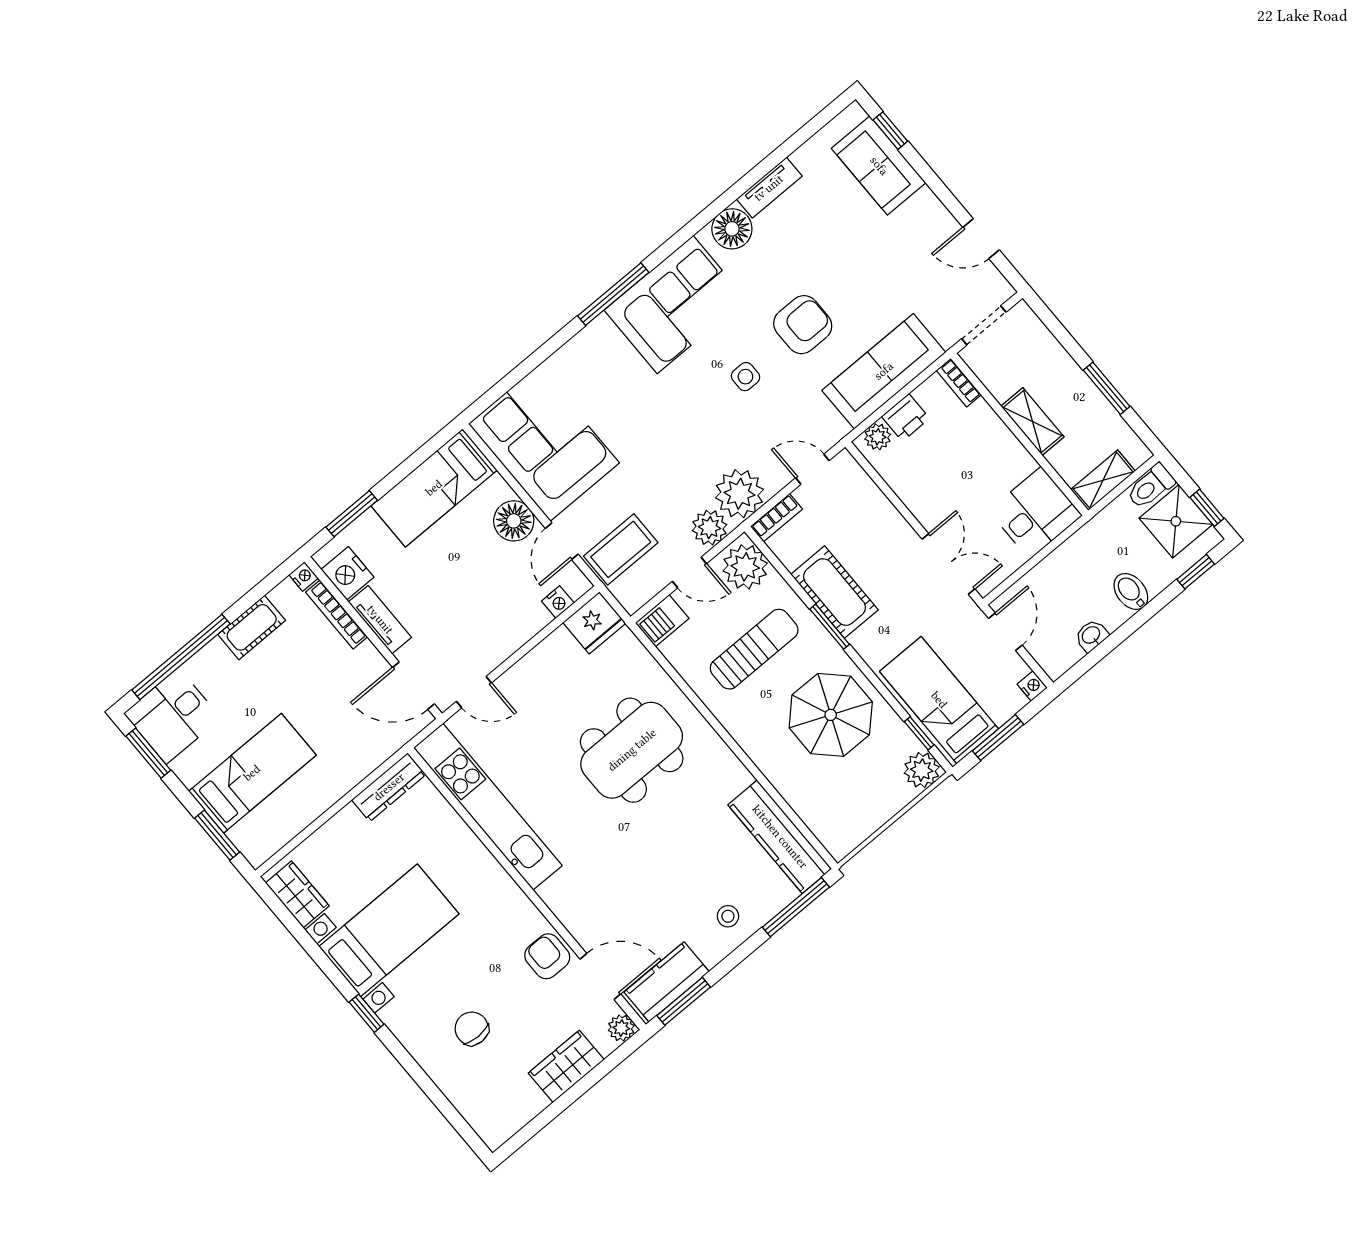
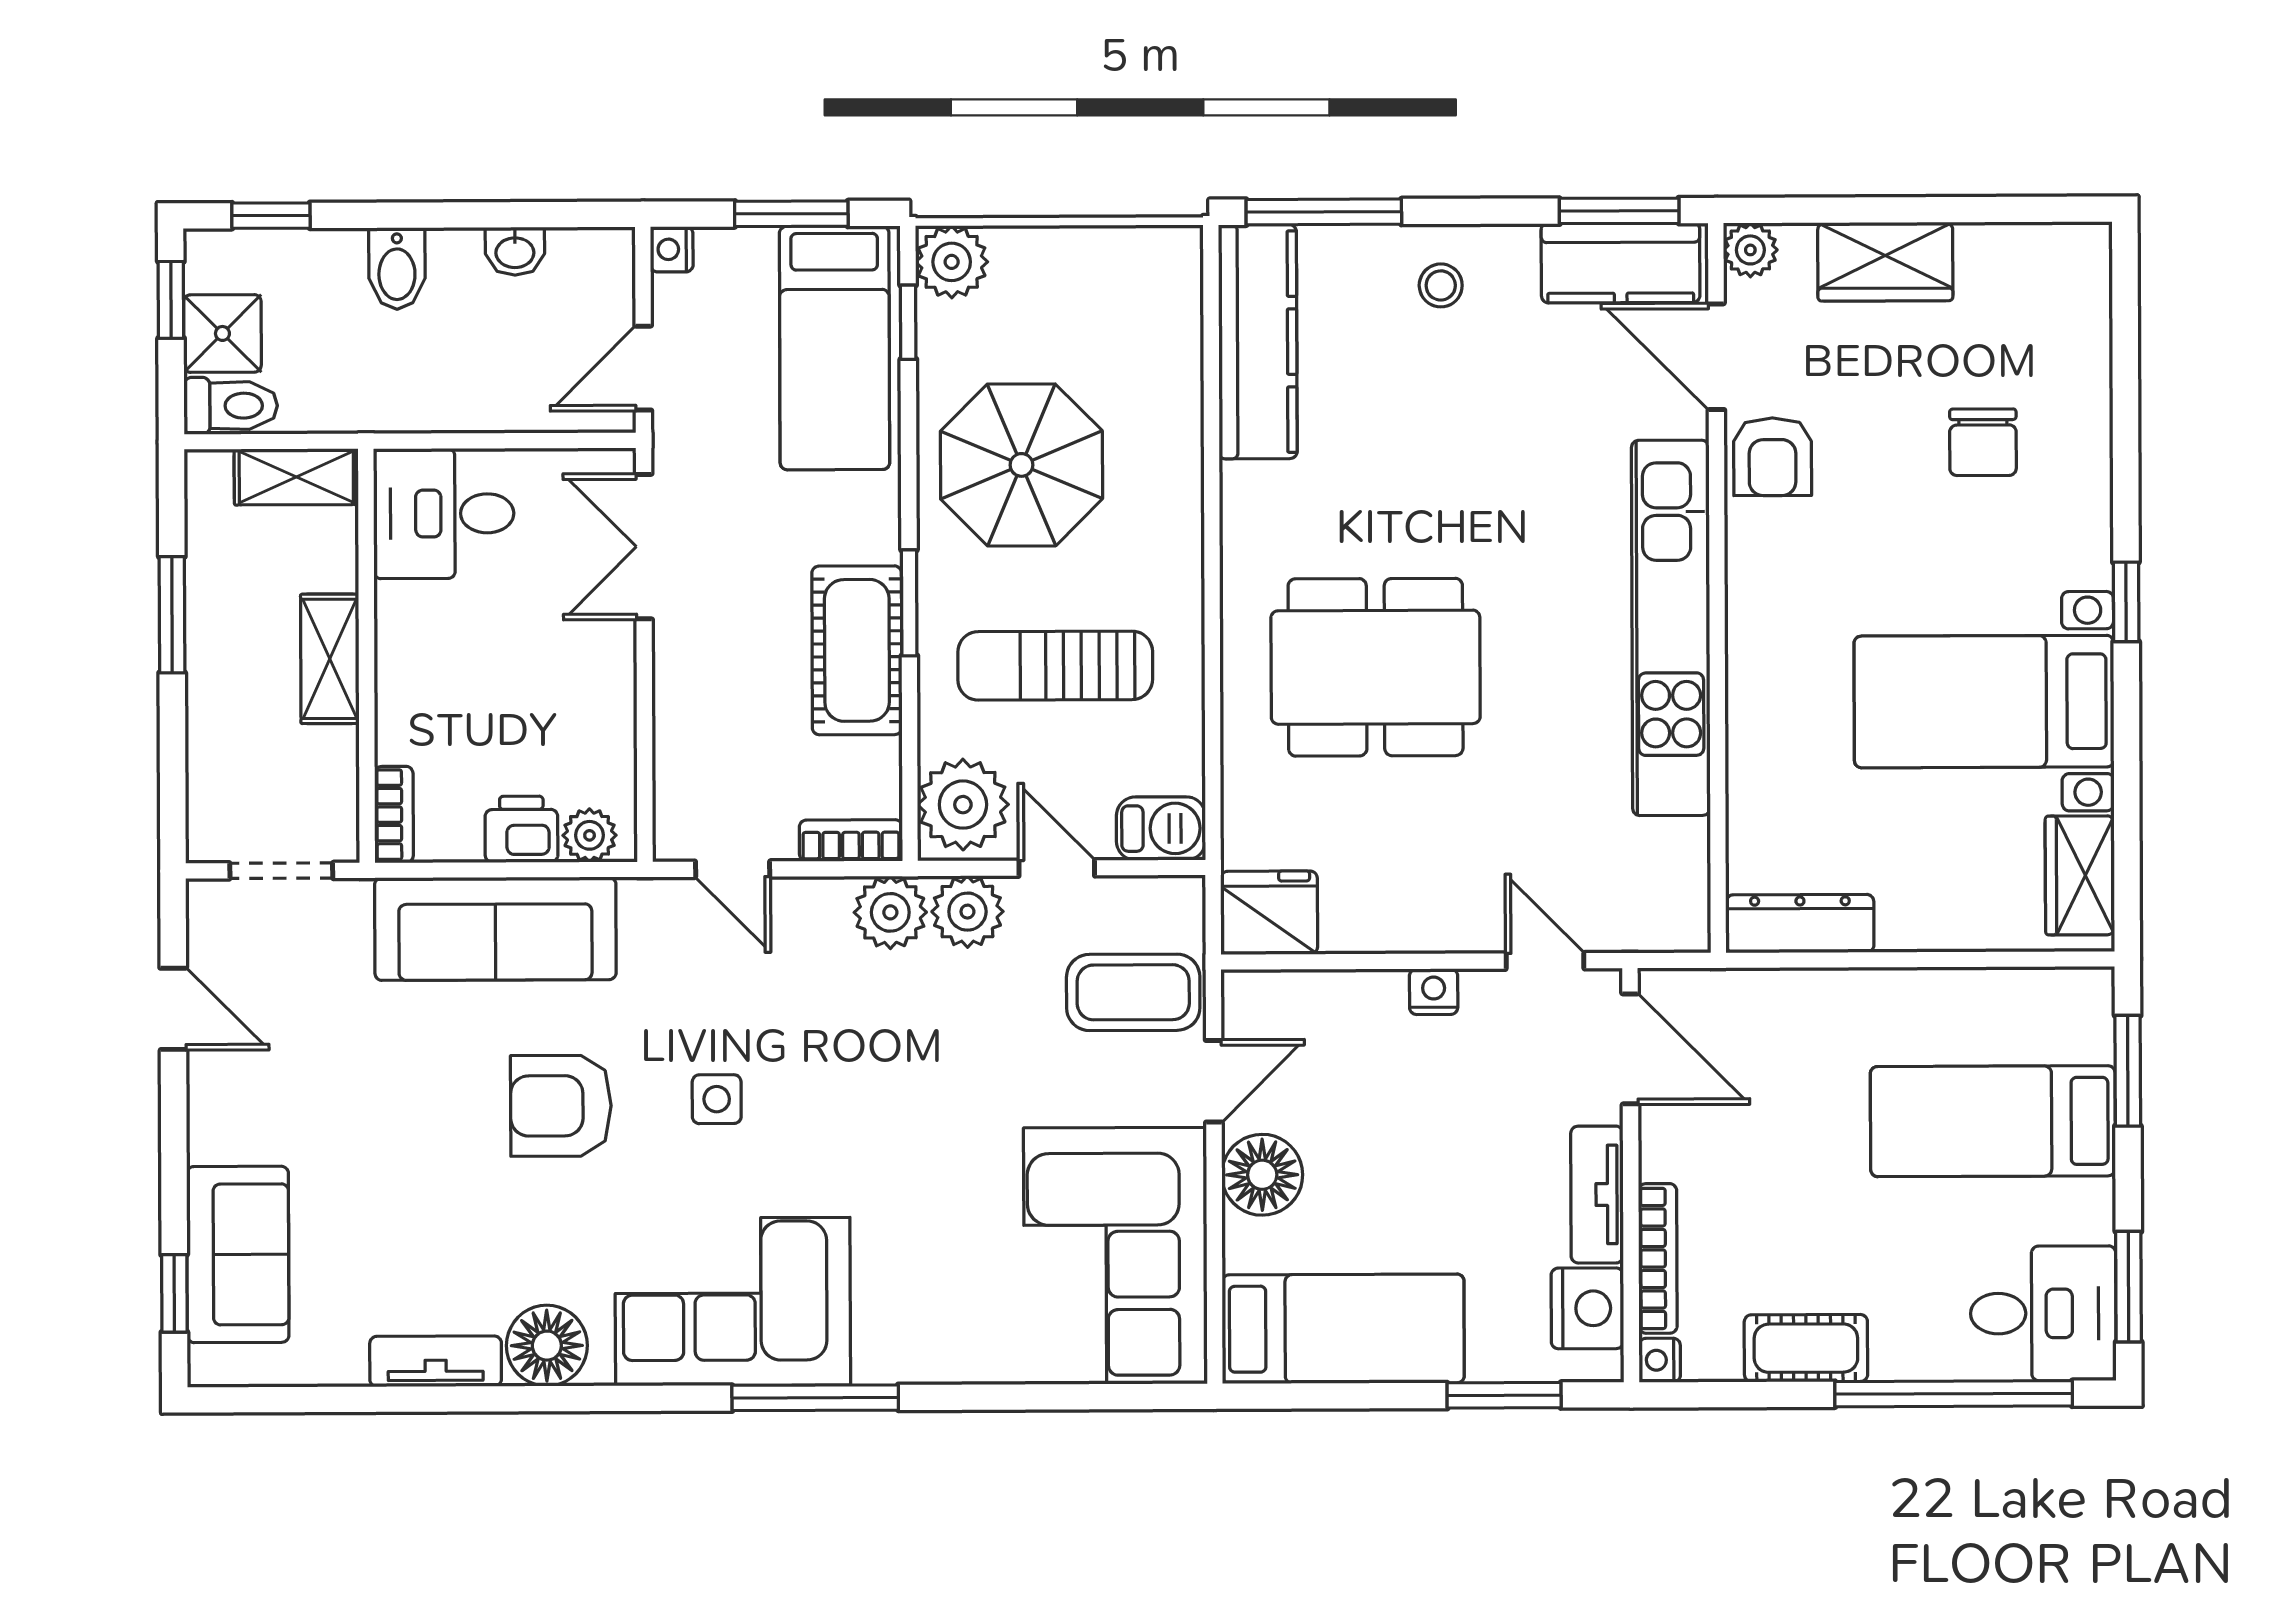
plant: (739, 494) -> (890, 912), width x0.73, depth x0.73
shower: (1176, 521) -> (222, 333), width x0.73, depth x0.73
nightstand: (558, 602) -> (1434, 992), moved
kitchen unit: (488, 807) -> (1671, 628), moved

